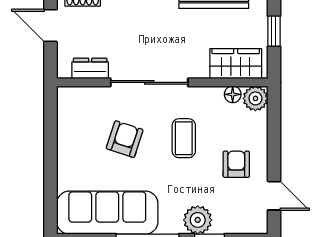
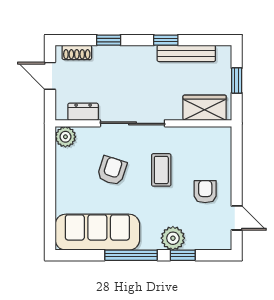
floor lamp: (233, 94) -> (202, 133), removed
plant: (255, 98) -> (65, 137), moved

